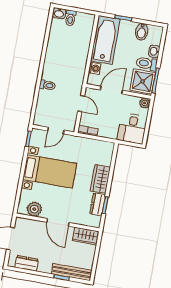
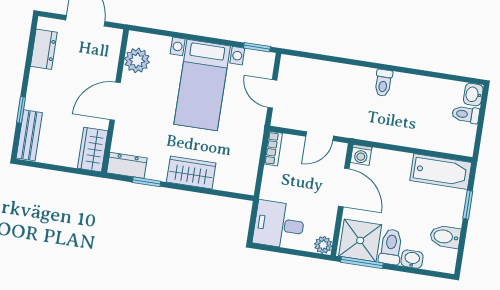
bathtub: (105, 40) -> (441, 172), width x0.73, depth x0.73
washing machine: (95, 68) -> (361, 155), moved
toilet: (47, 85) -> (383, 83), moved
dresser: (98, 204) -> (127, 165), moved
bench: (71, 272) -> (29, 135), width x0.73

